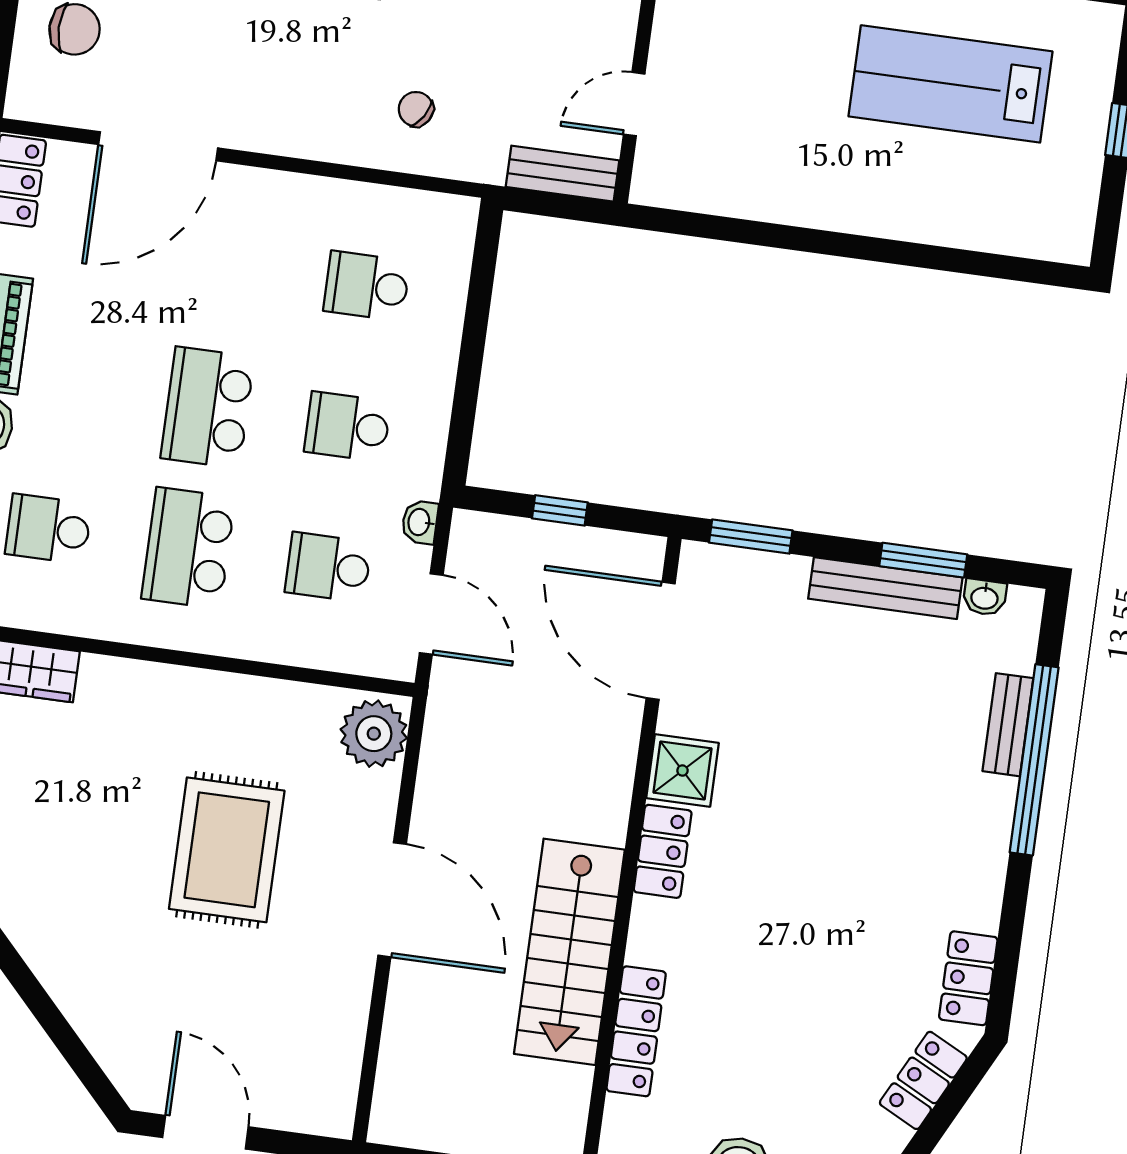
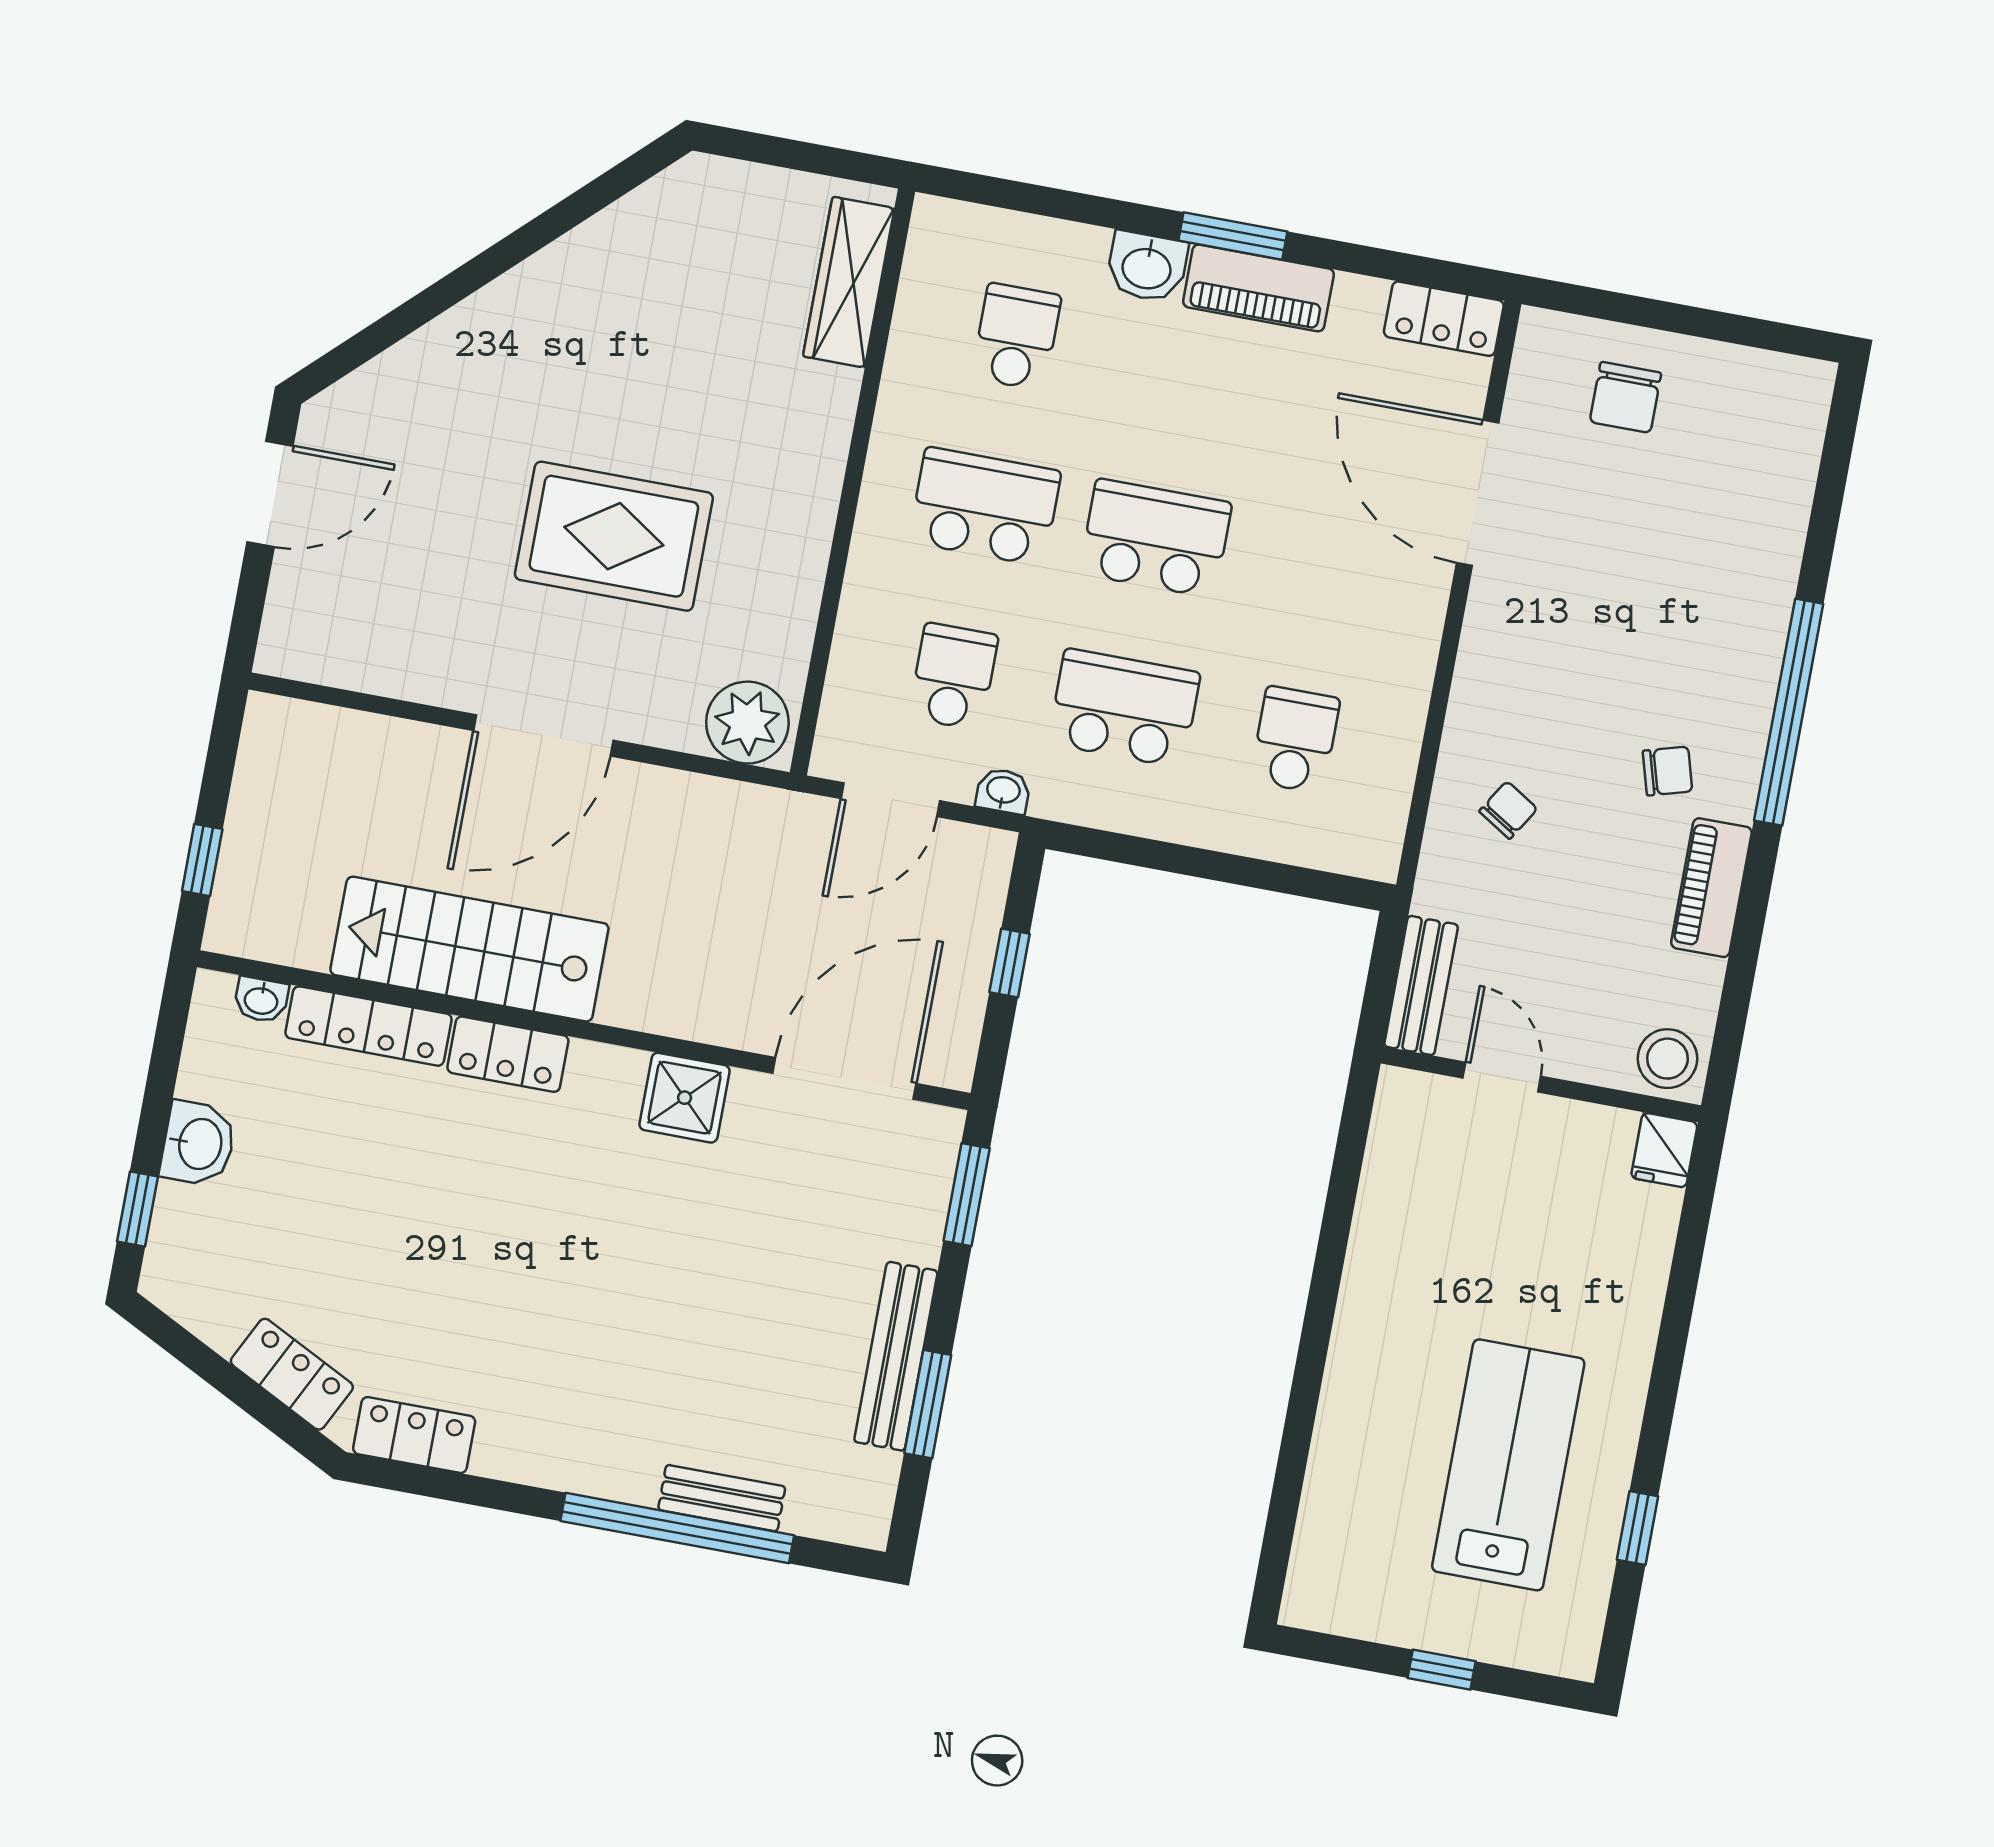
school desk: (347, 427) -> (1124, 708), width x1.85
washbasin: (985, 597) -> (261, 1000), moved, turned -90
locker: (663, 851) -> (508, 1054), moved

